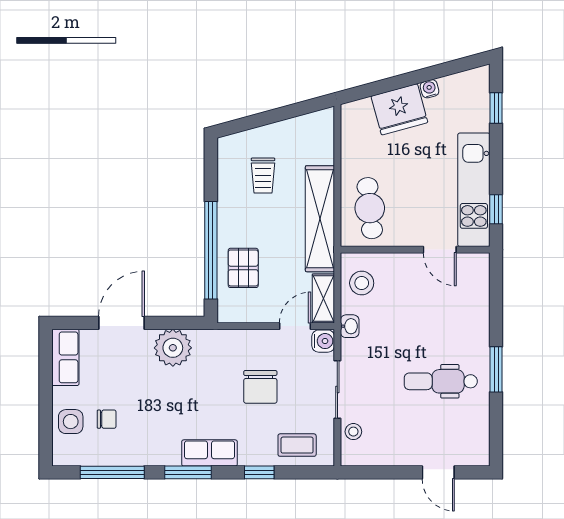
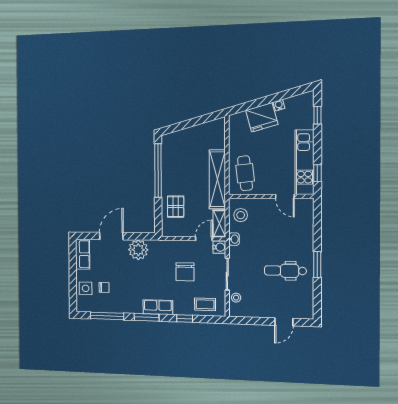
trolley: (263, 176) -> (186, 156), removed
window: (211, 250) -> (158, 171), moved
door: (438, 472) -> (284, 322), hinge flipped

